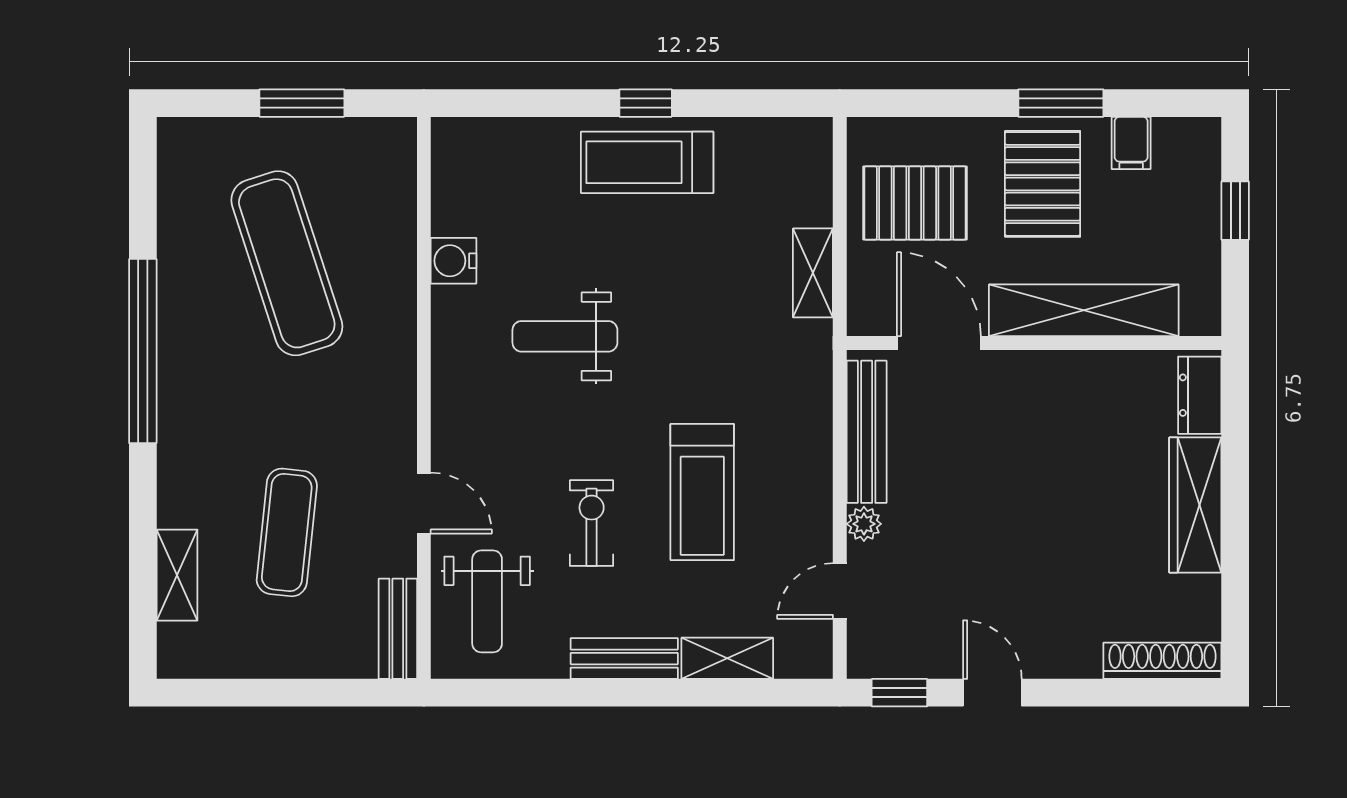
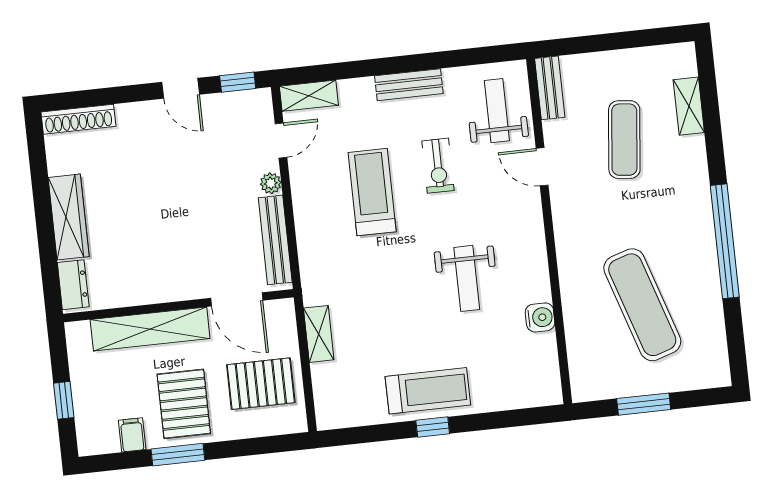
weight bench: (565, 336) -> (467, 278), turned 90
shelving: (727, 658) -> (309, 96), moved

